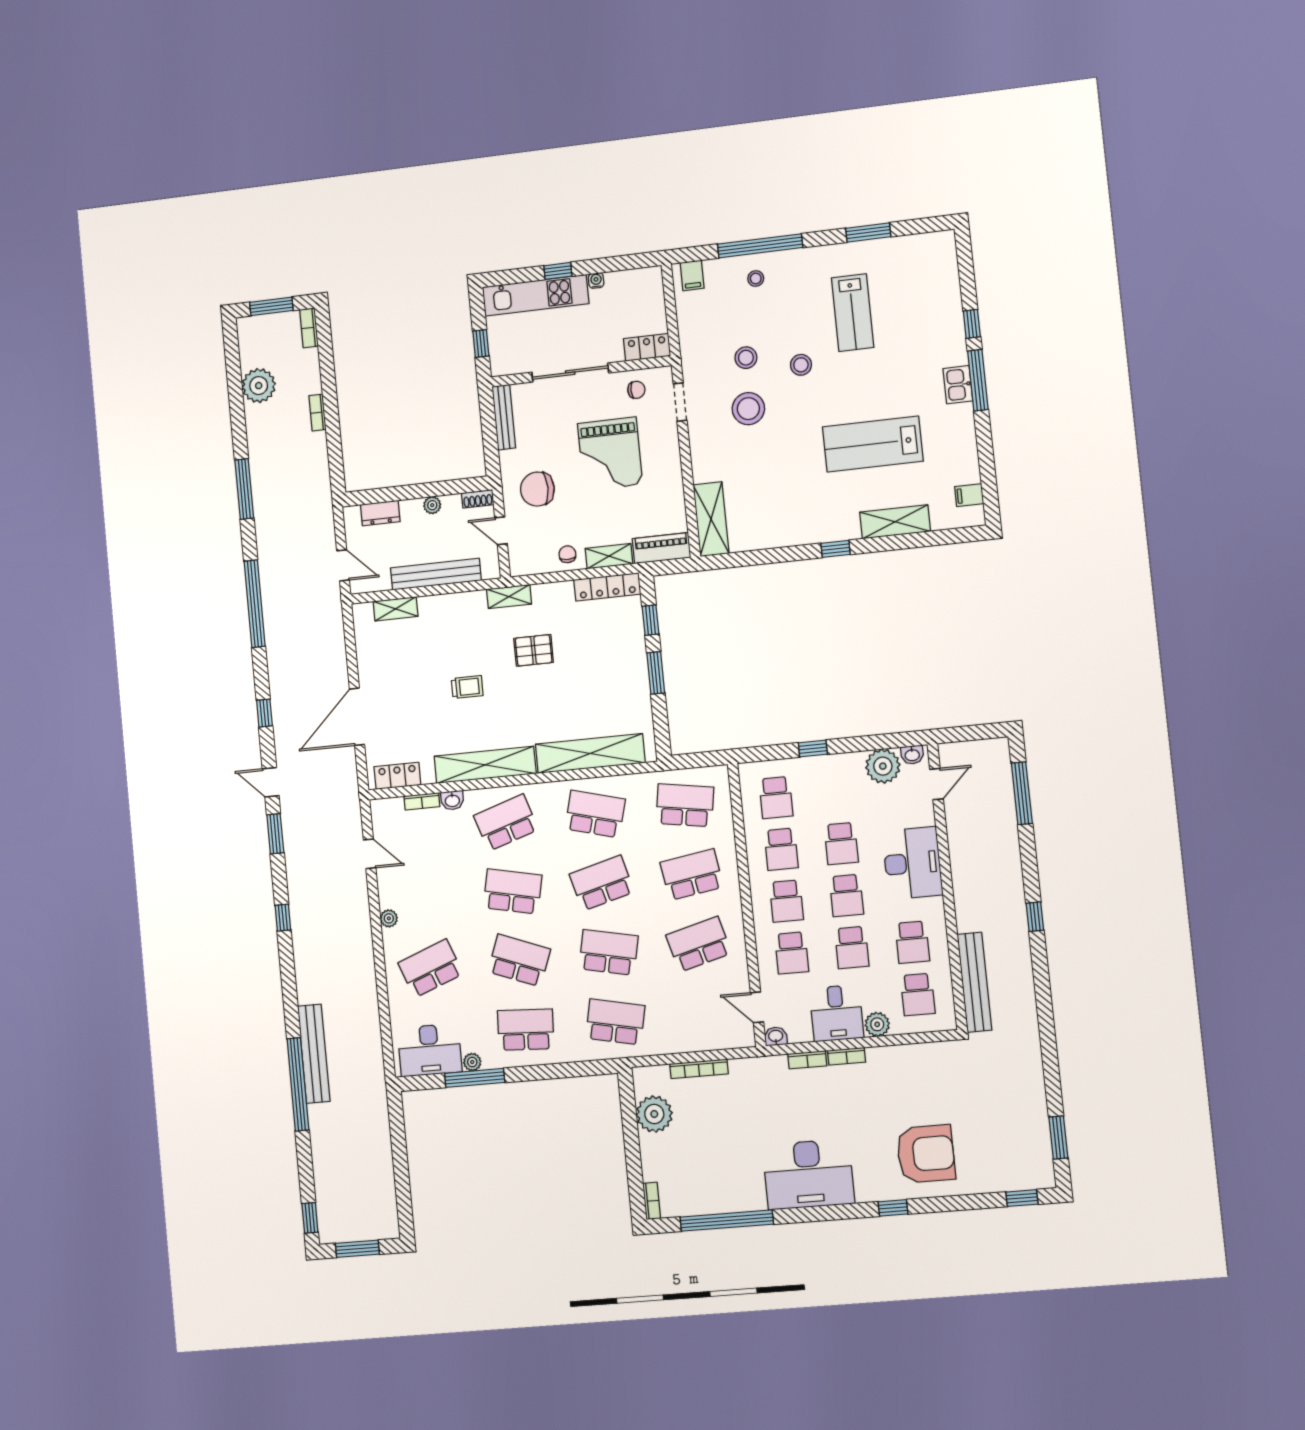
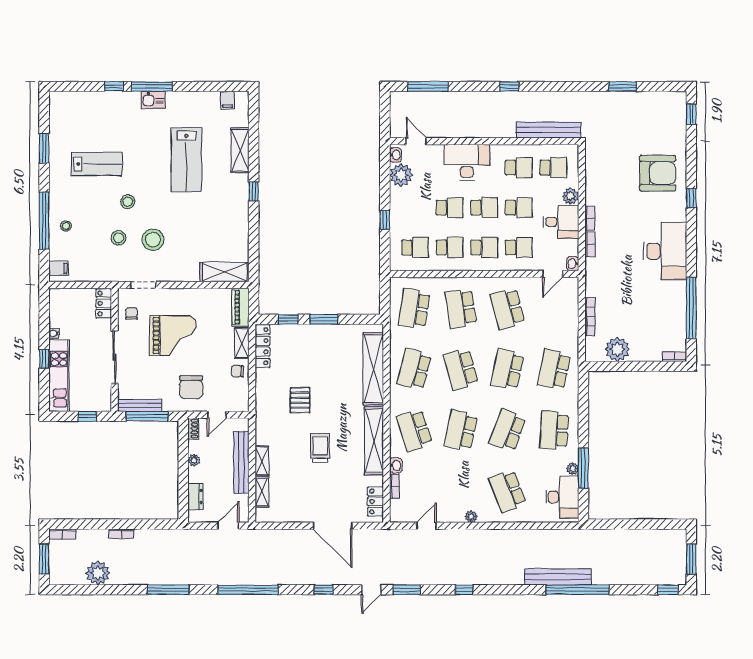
window: (489, 430) -> (147, 416), added
shelving: (509, 597) -> (262, 461), moved
trolley: (467, 687) -> (320, 448), width x1.36, depth x1.39
window: (1058, 1138) -> (623, 86), moved
armchair: (926, 1154) -> (658, 173), turned 90

